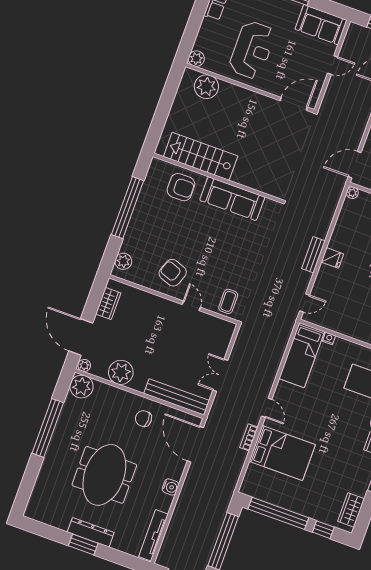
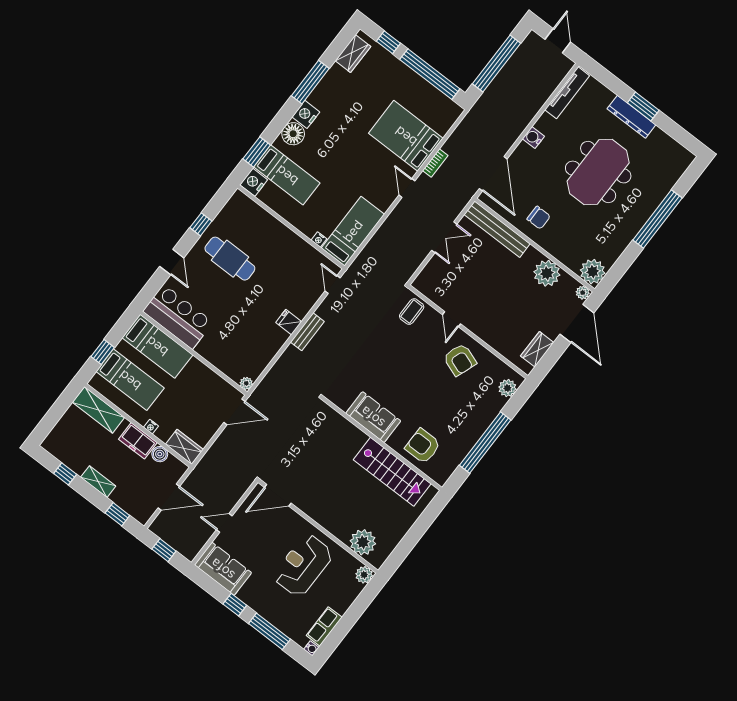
sofa: (232, 199) -> (373, 417), width x0.73
door: (305, 303) -> (333, 284), hinge flipped
window: (48, 428) -> (657, 219), moved

